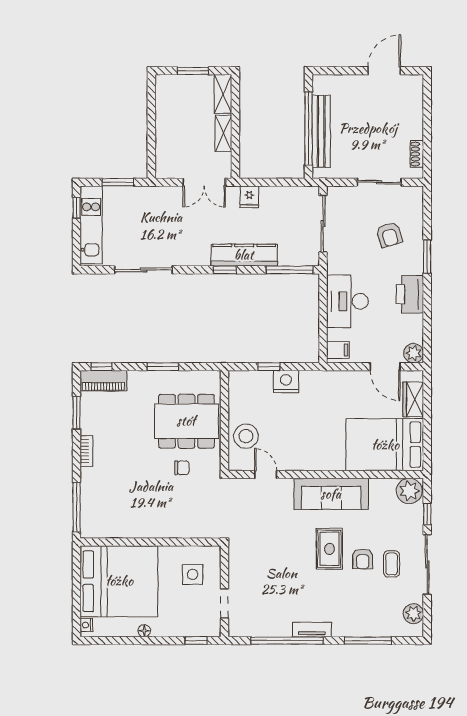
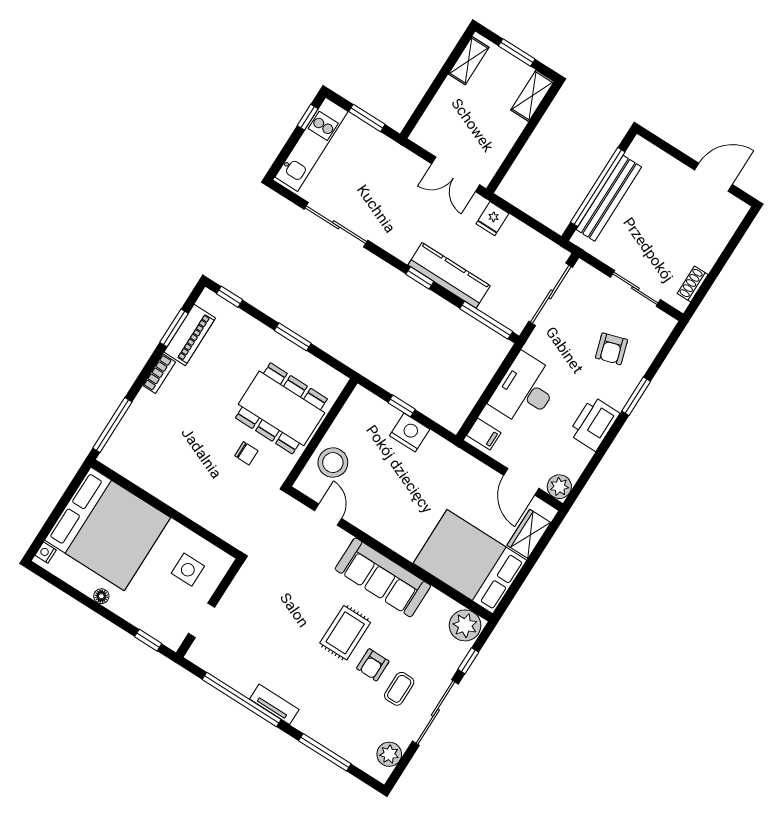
shelving: (223, 133) -> (469, 61), moved
piano: (103, 381) -> (190, 335), moved, turned -90

